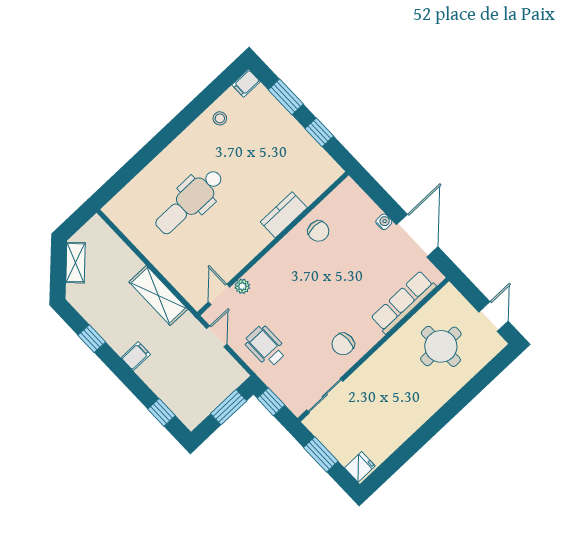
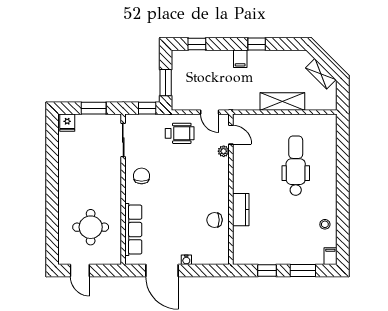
shelving: (158, 296) -> (282, 102), moved
window: (92, 339) -> (257, 44), moved

